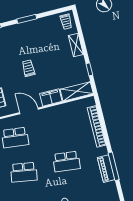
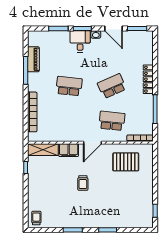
shelving: (76, 45) -> (33, 194), removed
door: (29, 111) -> (92, 143), hinge flipped
piano: (106, 169) -> (33, 59), moved
school desk: (24, 172) -> (112, 86), turned -33

